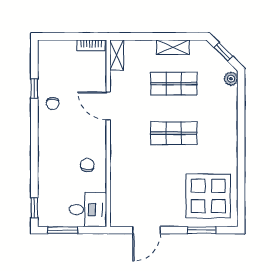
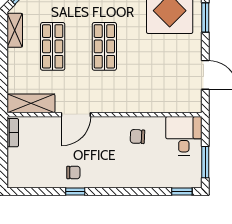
shelving: (173, 47) -> (15, 30), moved
shelving: (117, 55) -> (31, 103), width x1.50, depth x1.33
window: (34, 88) -> (75, 192), moved

